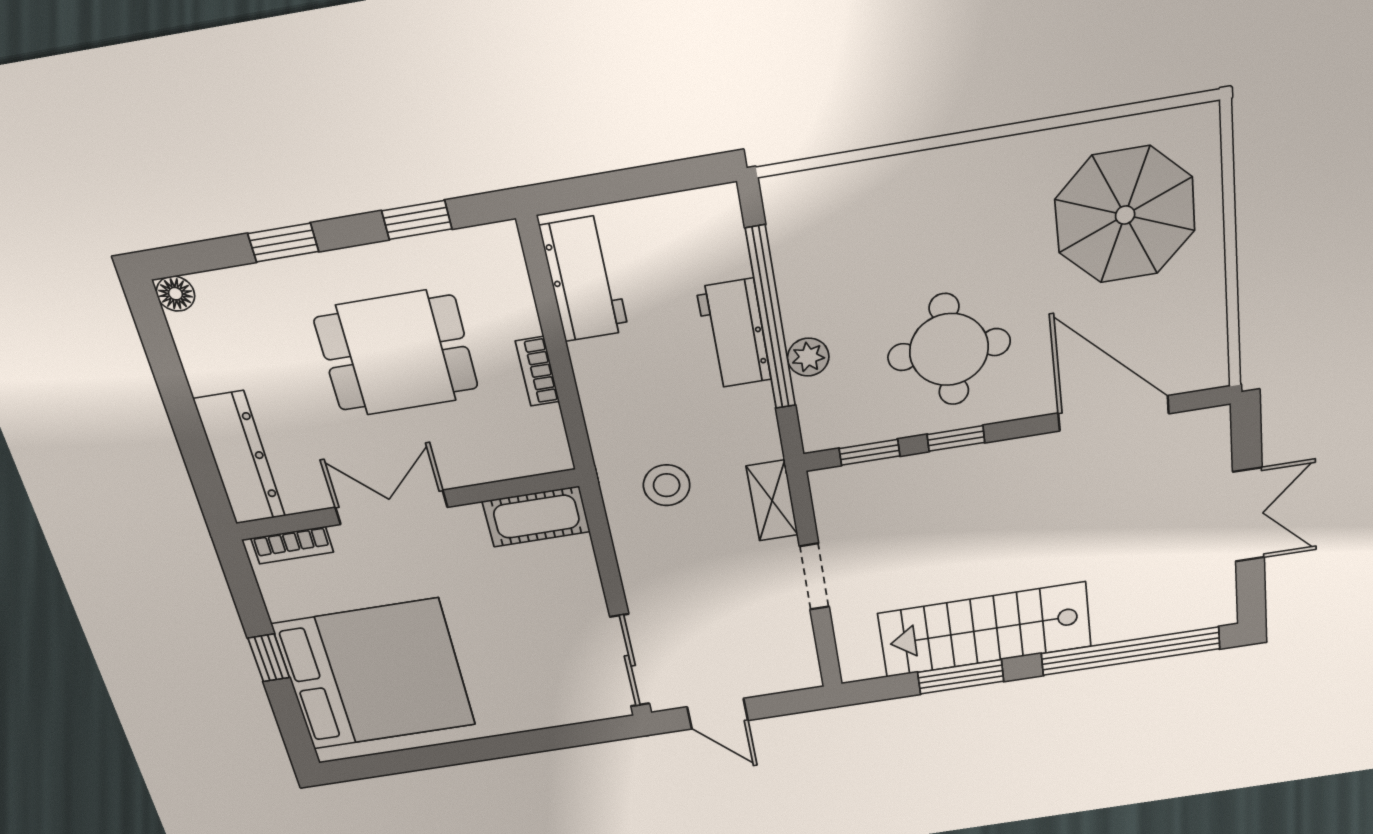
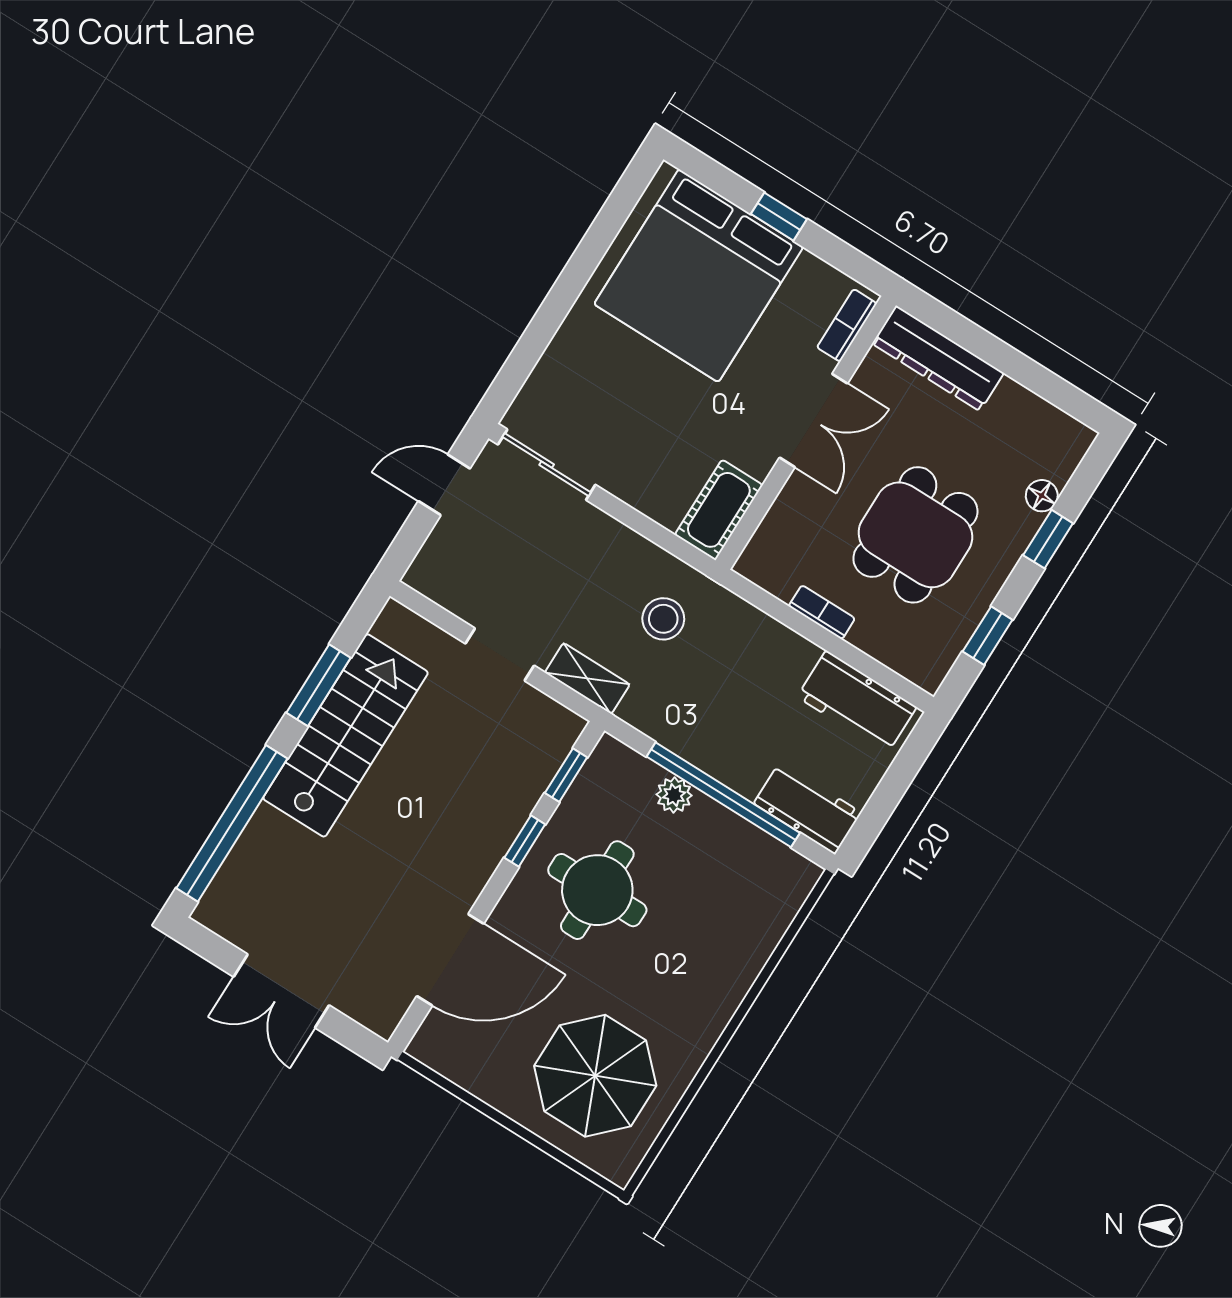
floor lamp: (175, 294) -> (1042, 496), moved
workbench: (734, 334) -> (807, 808), moved

